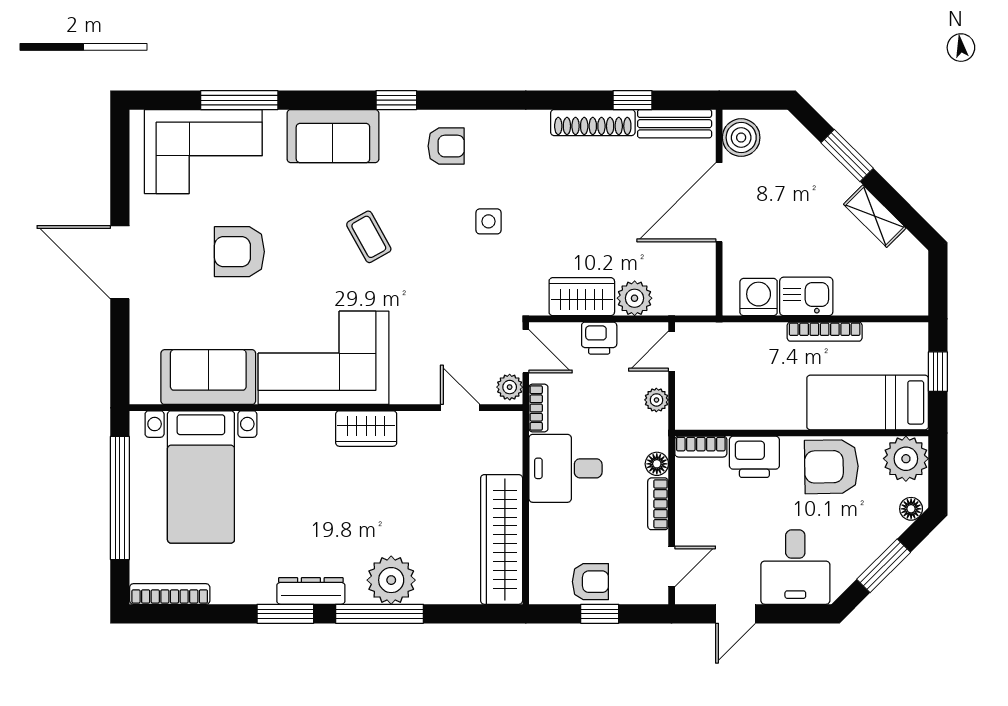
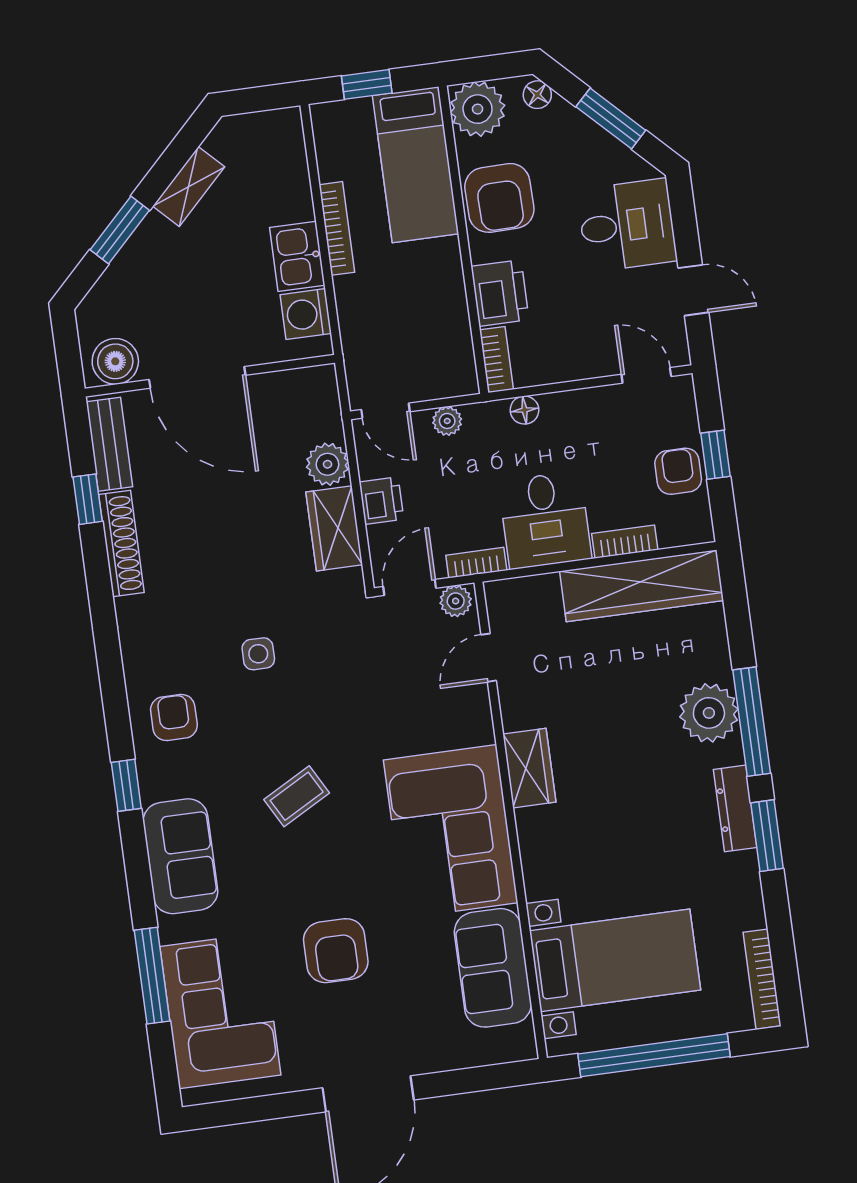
bookcase: (658, 504) -> (625, 542), moved, turned 180

